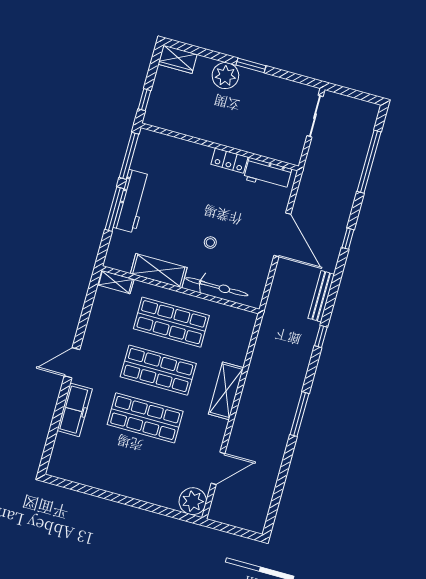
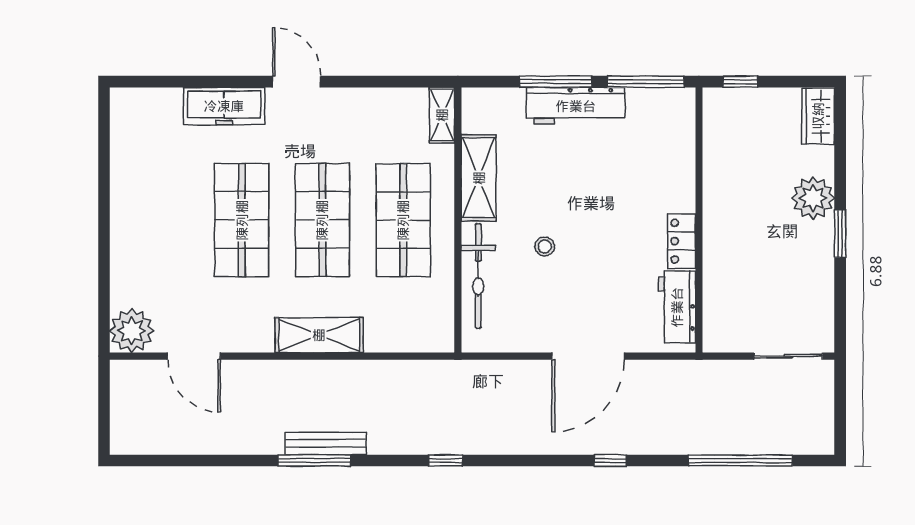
bench: (321, 296) -> (326, 443), moved

